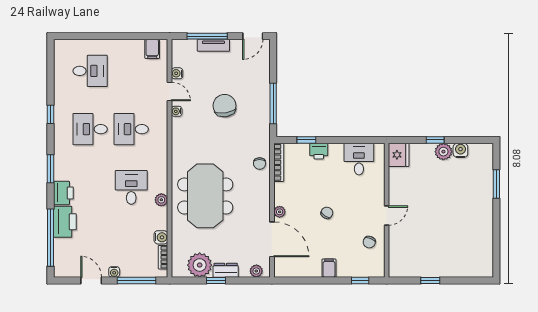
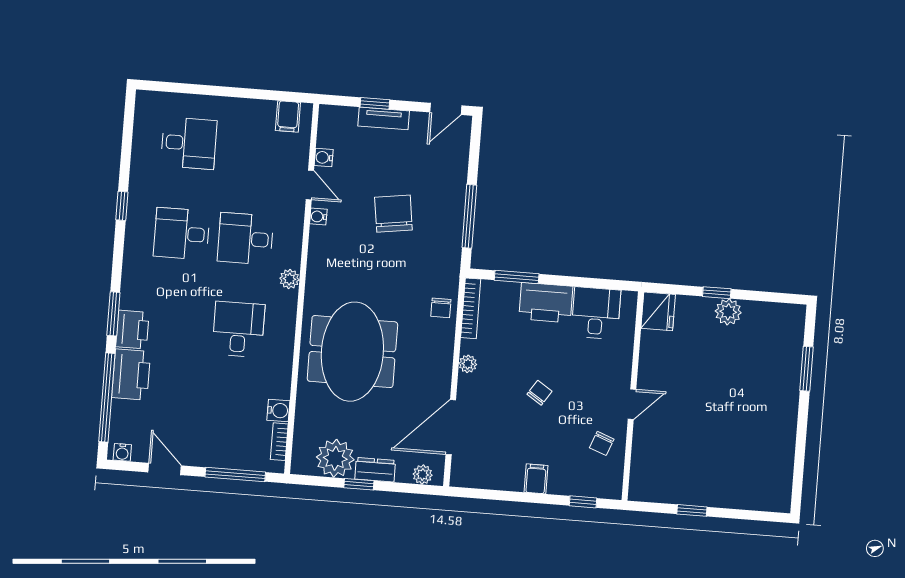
window: (207, 36) -> (375, 103), width x0.46
window: (306, 140) -> (517, 277), width x1.50
water cooler: (460, 150) -> (755, 312), removed
printer: (319, 151) -> (546, 303), width x1.87, depth x1.48
window: (51, 169) -> (113, 314), moved
plant: (161, 200) -> (289, 279), moved
plant: (280, 212) -> (468, 364), moved
door: (272, 239) -> (451, 427), swing flipped
water cooler: (114, 272) -> (122, 452), moved

